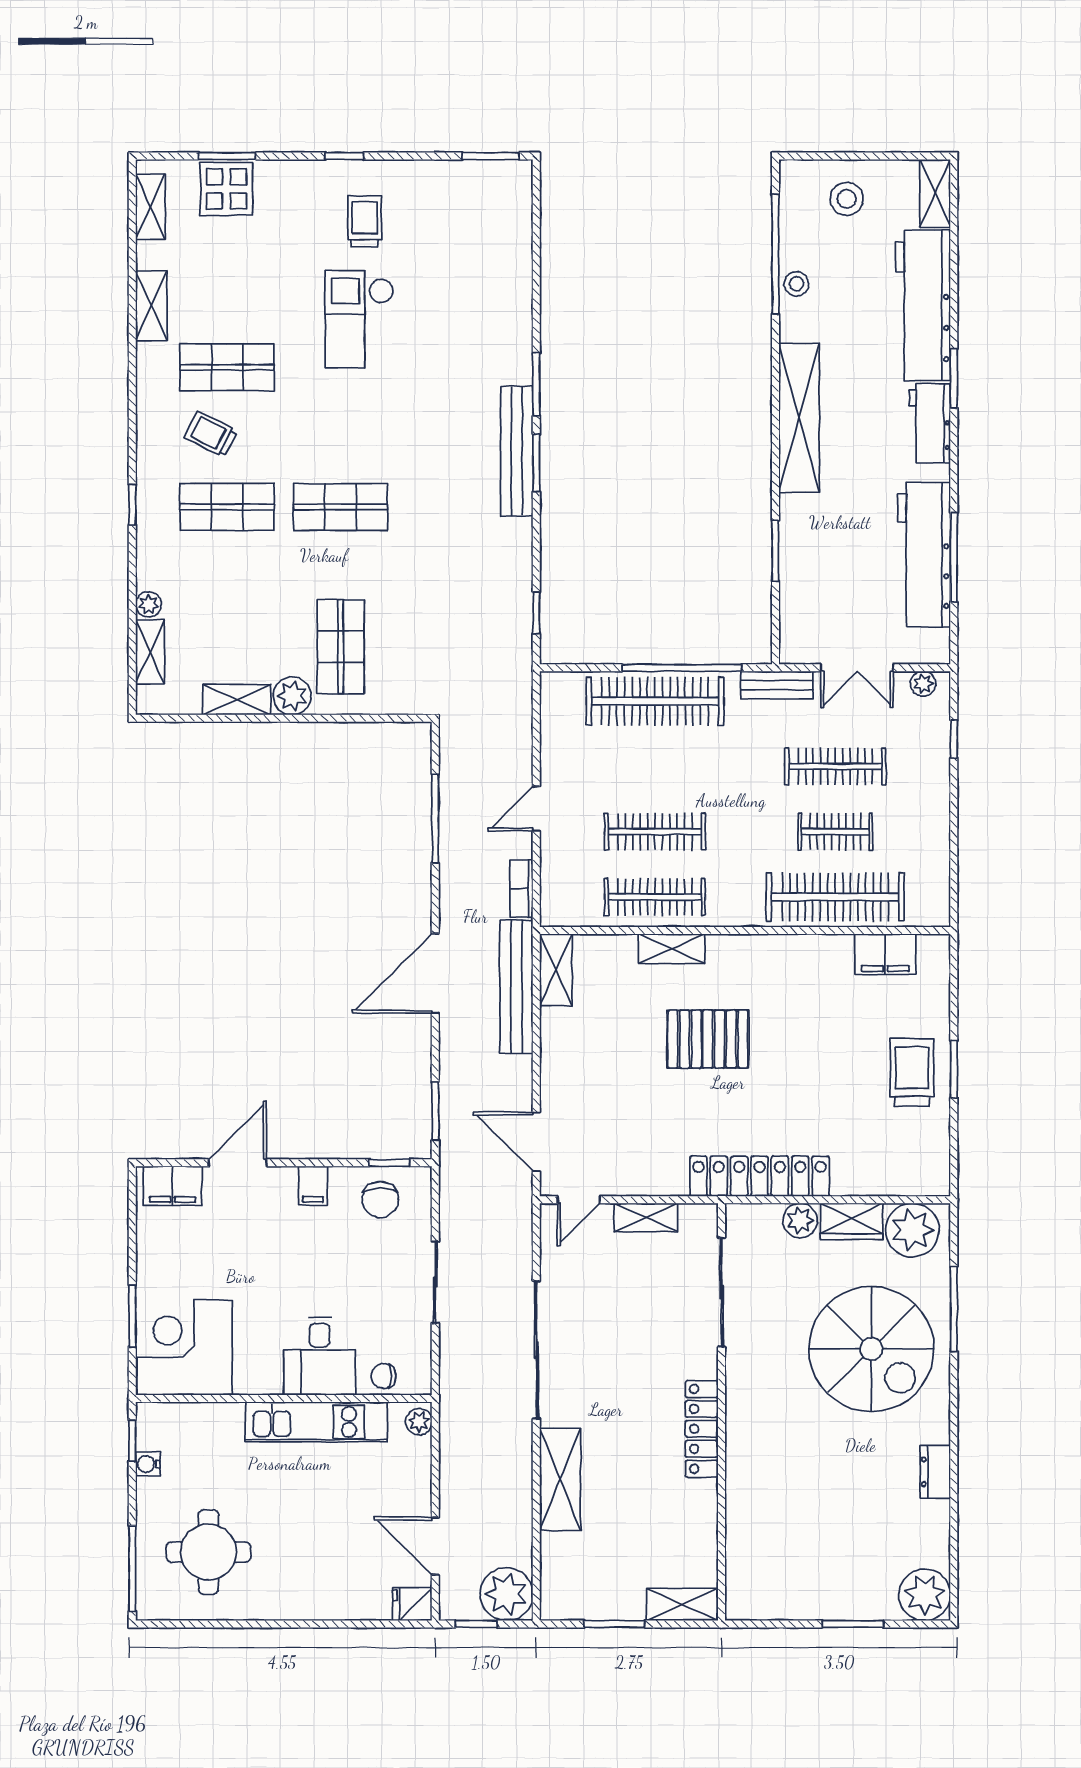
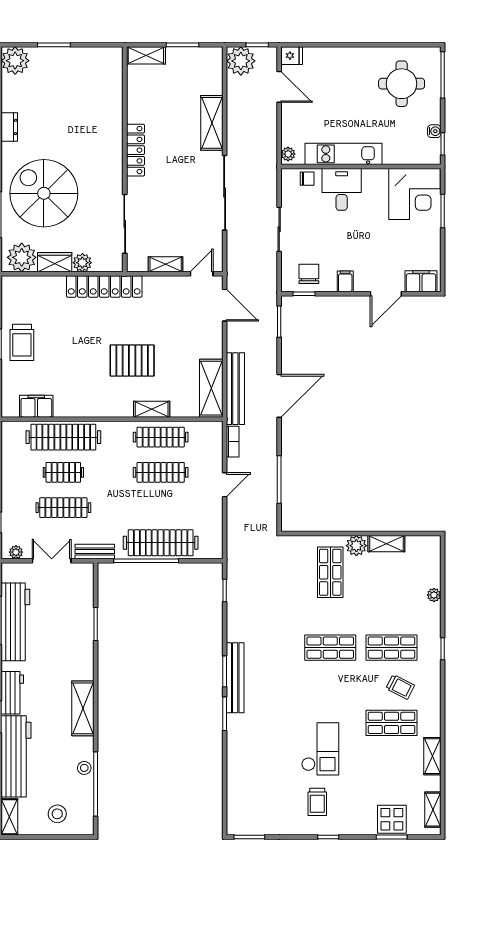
shelving: (799, 418) -> (83, 708), width x0.68
shelving: (150, 652) -> (433, 569), removed
shelving: (556, 970) -> (211, 388), width x1.50, depth x1.33

